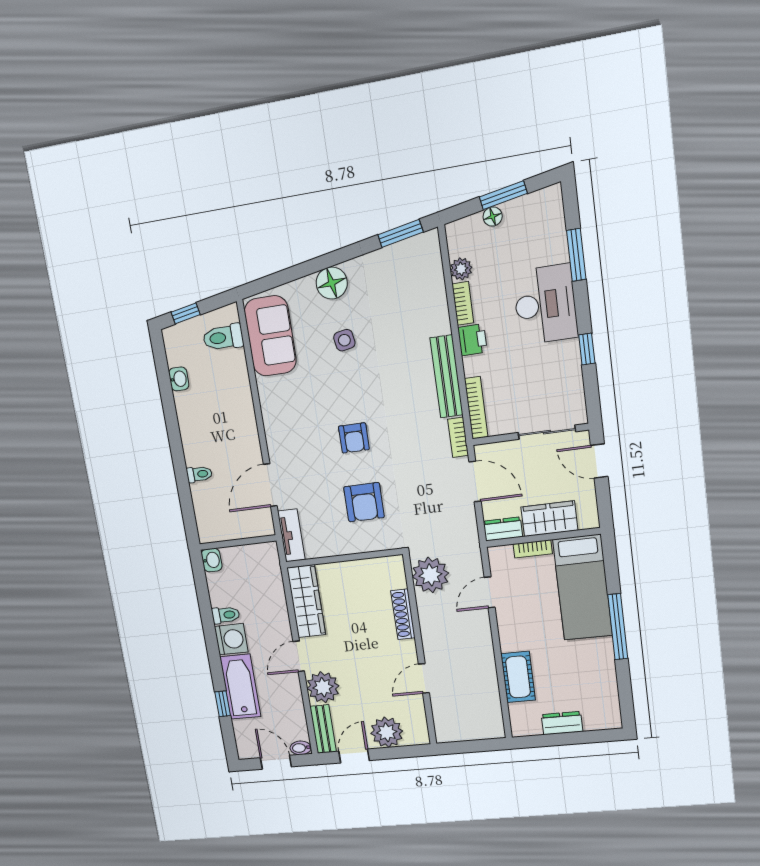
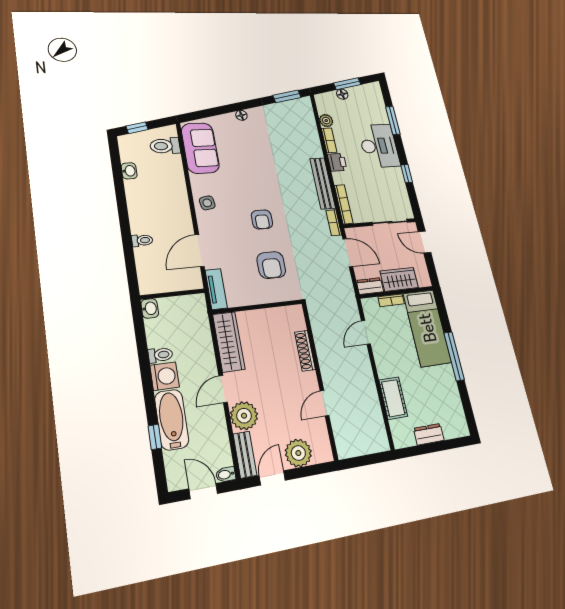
floor lamp: (332, 283) -> (241, 115), width x0.53, depth x0.53
side table: (344, 340) -> (207, 203), moved
plant: (430, 575) -> (323, 320), removed

